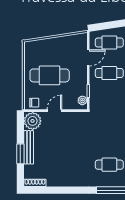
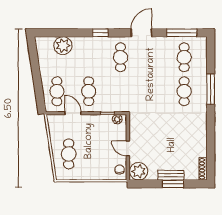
cafe table: (50, 75) -> (69, 154), moved, width x0.73, depth x0.74
bench: (29, 147) -> (171, 175), width x0.73

